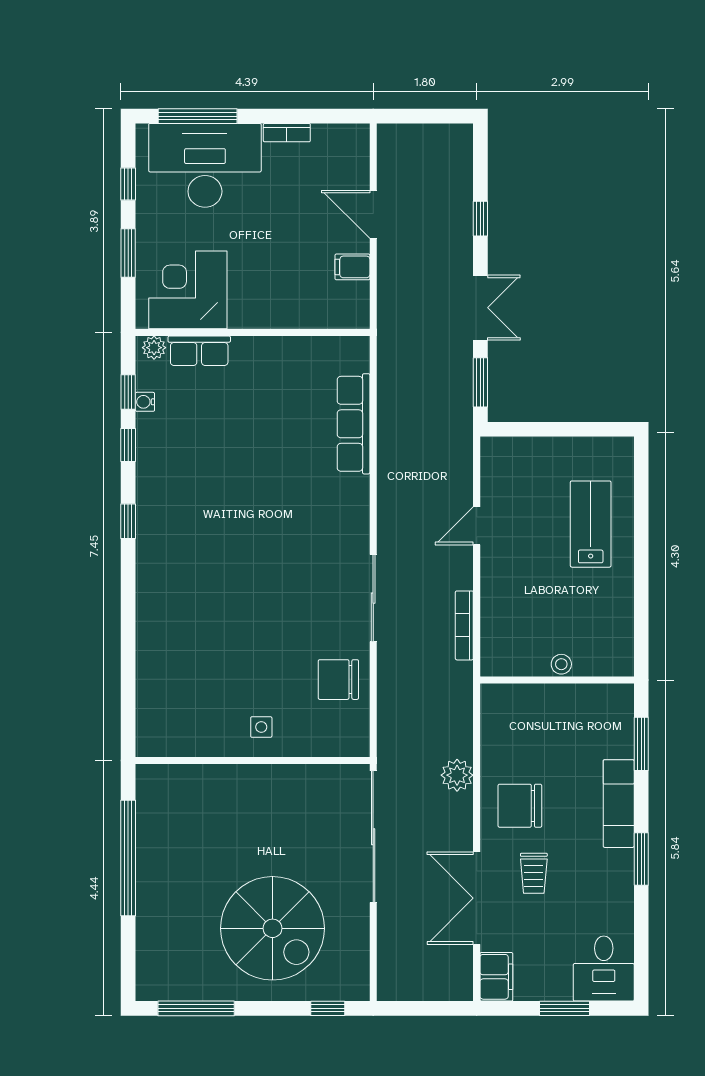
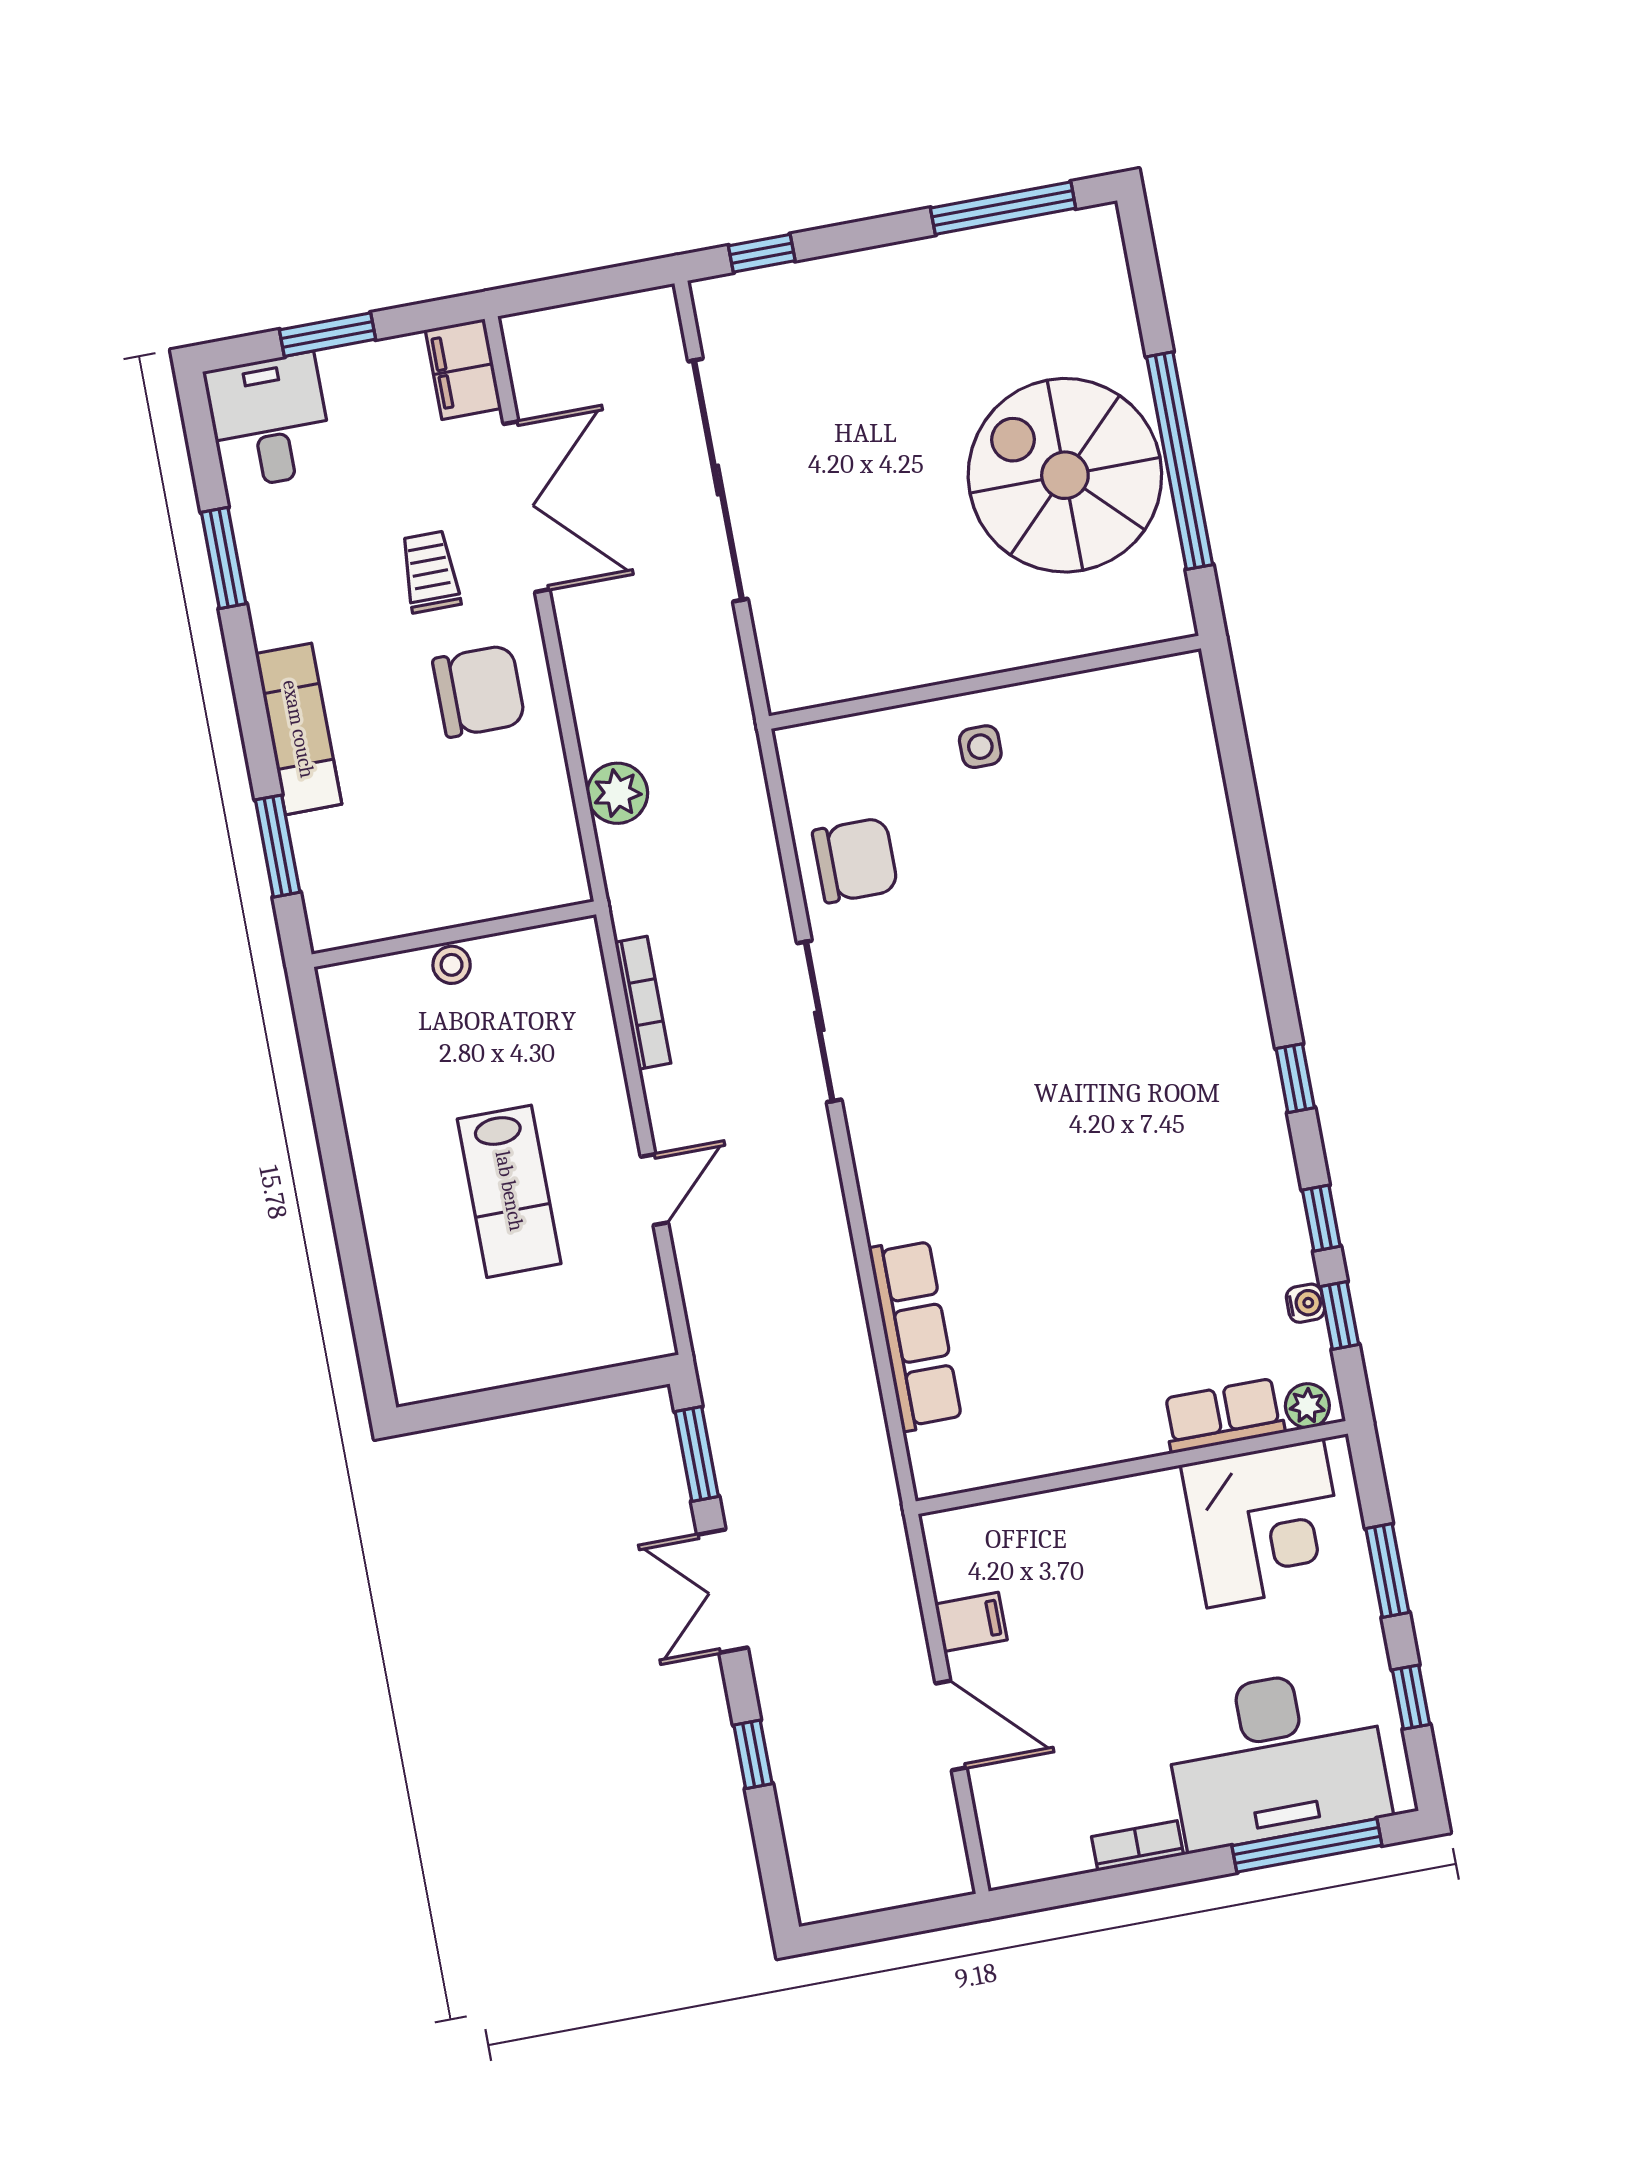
lab bench: (591, 524) -> (509, 1191), moved
plant: (457, 775) -> (617, 793), moved
sliding door: (373, 837) -> (718, 480), moved
window: (641, 859) -> (224, 558), moved
spiral stairs: (272, 928) -> (1065, 475), moved

